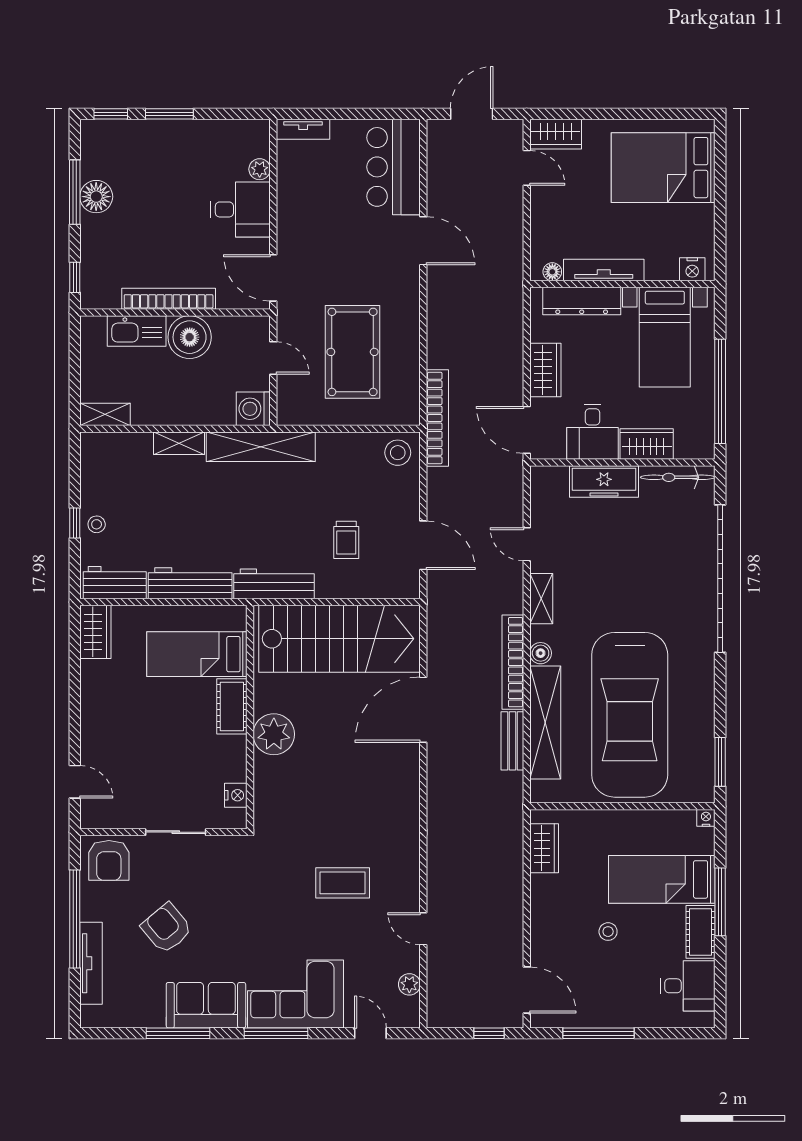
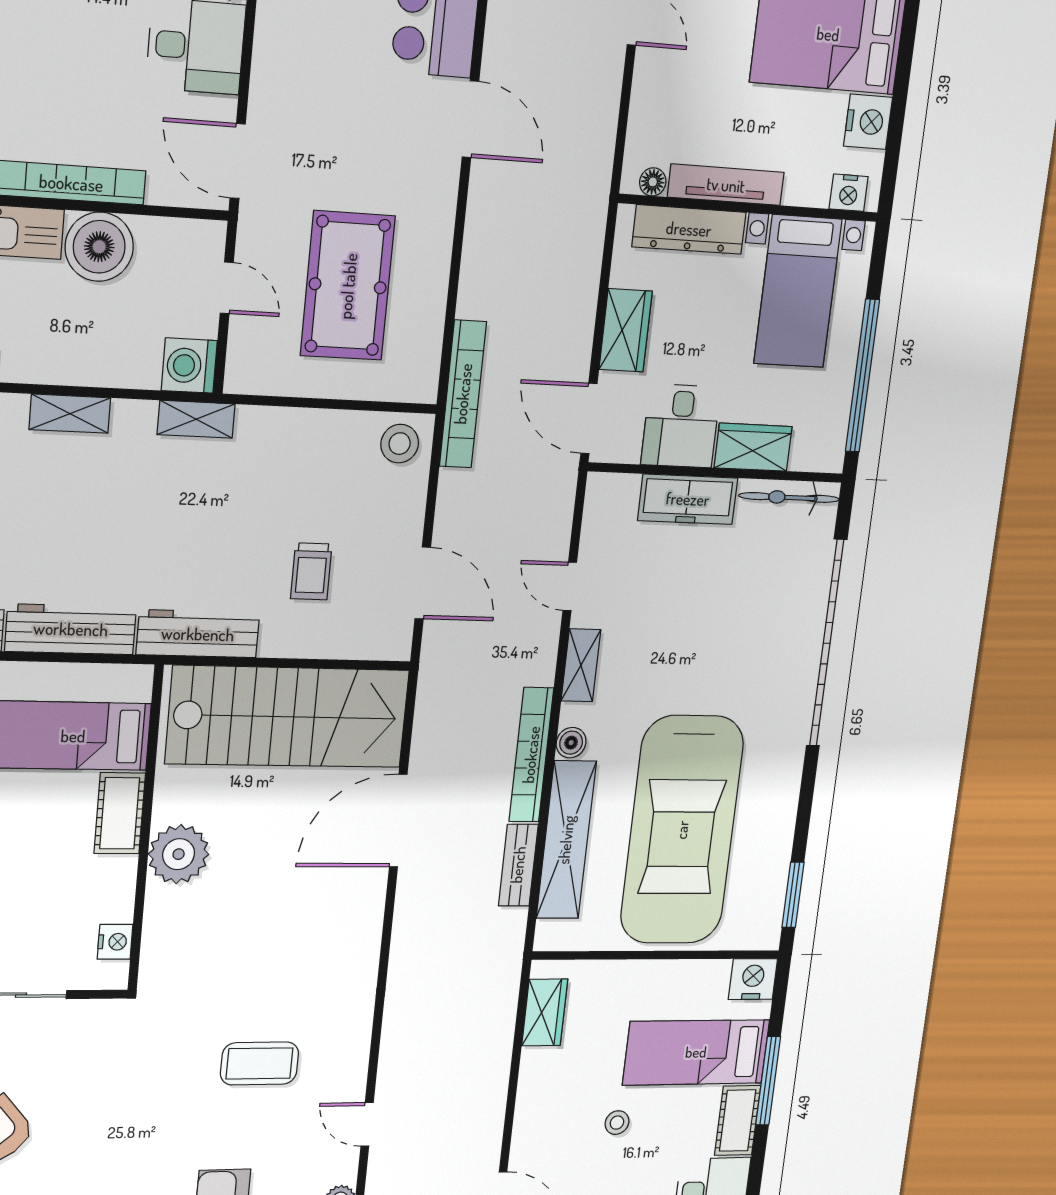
nightstand: (700, 222) -> (868, 122), added
shelving: (261, 447) -> (196, 419), width x0.45, depth x0.75
nightstand: (706, 818) -> (753, 979), width x1.89, depth x1.79

